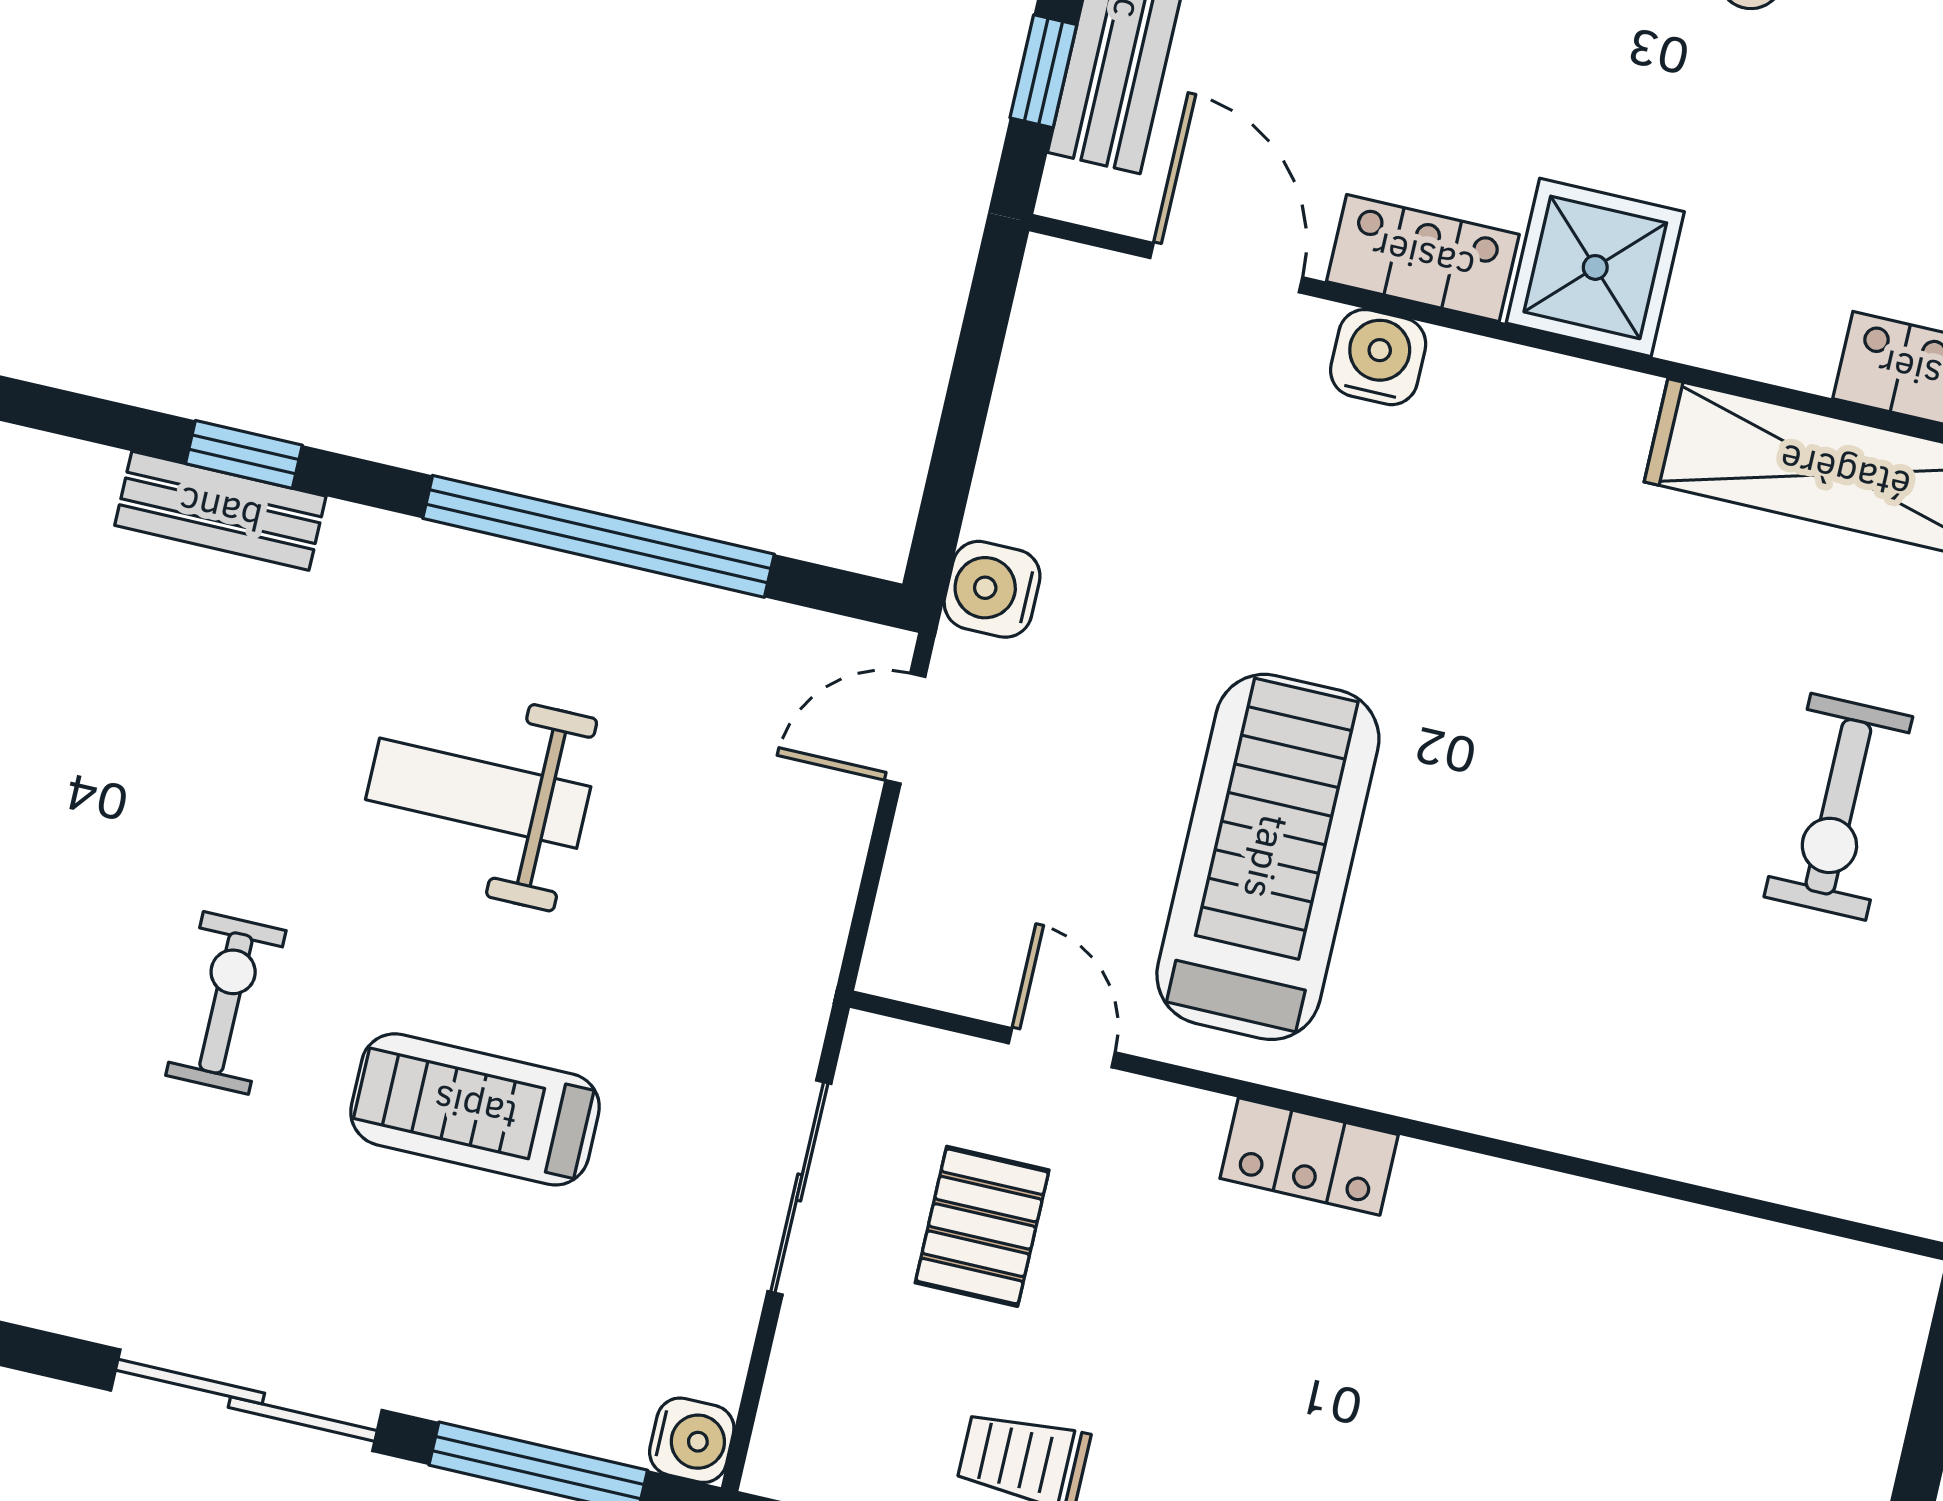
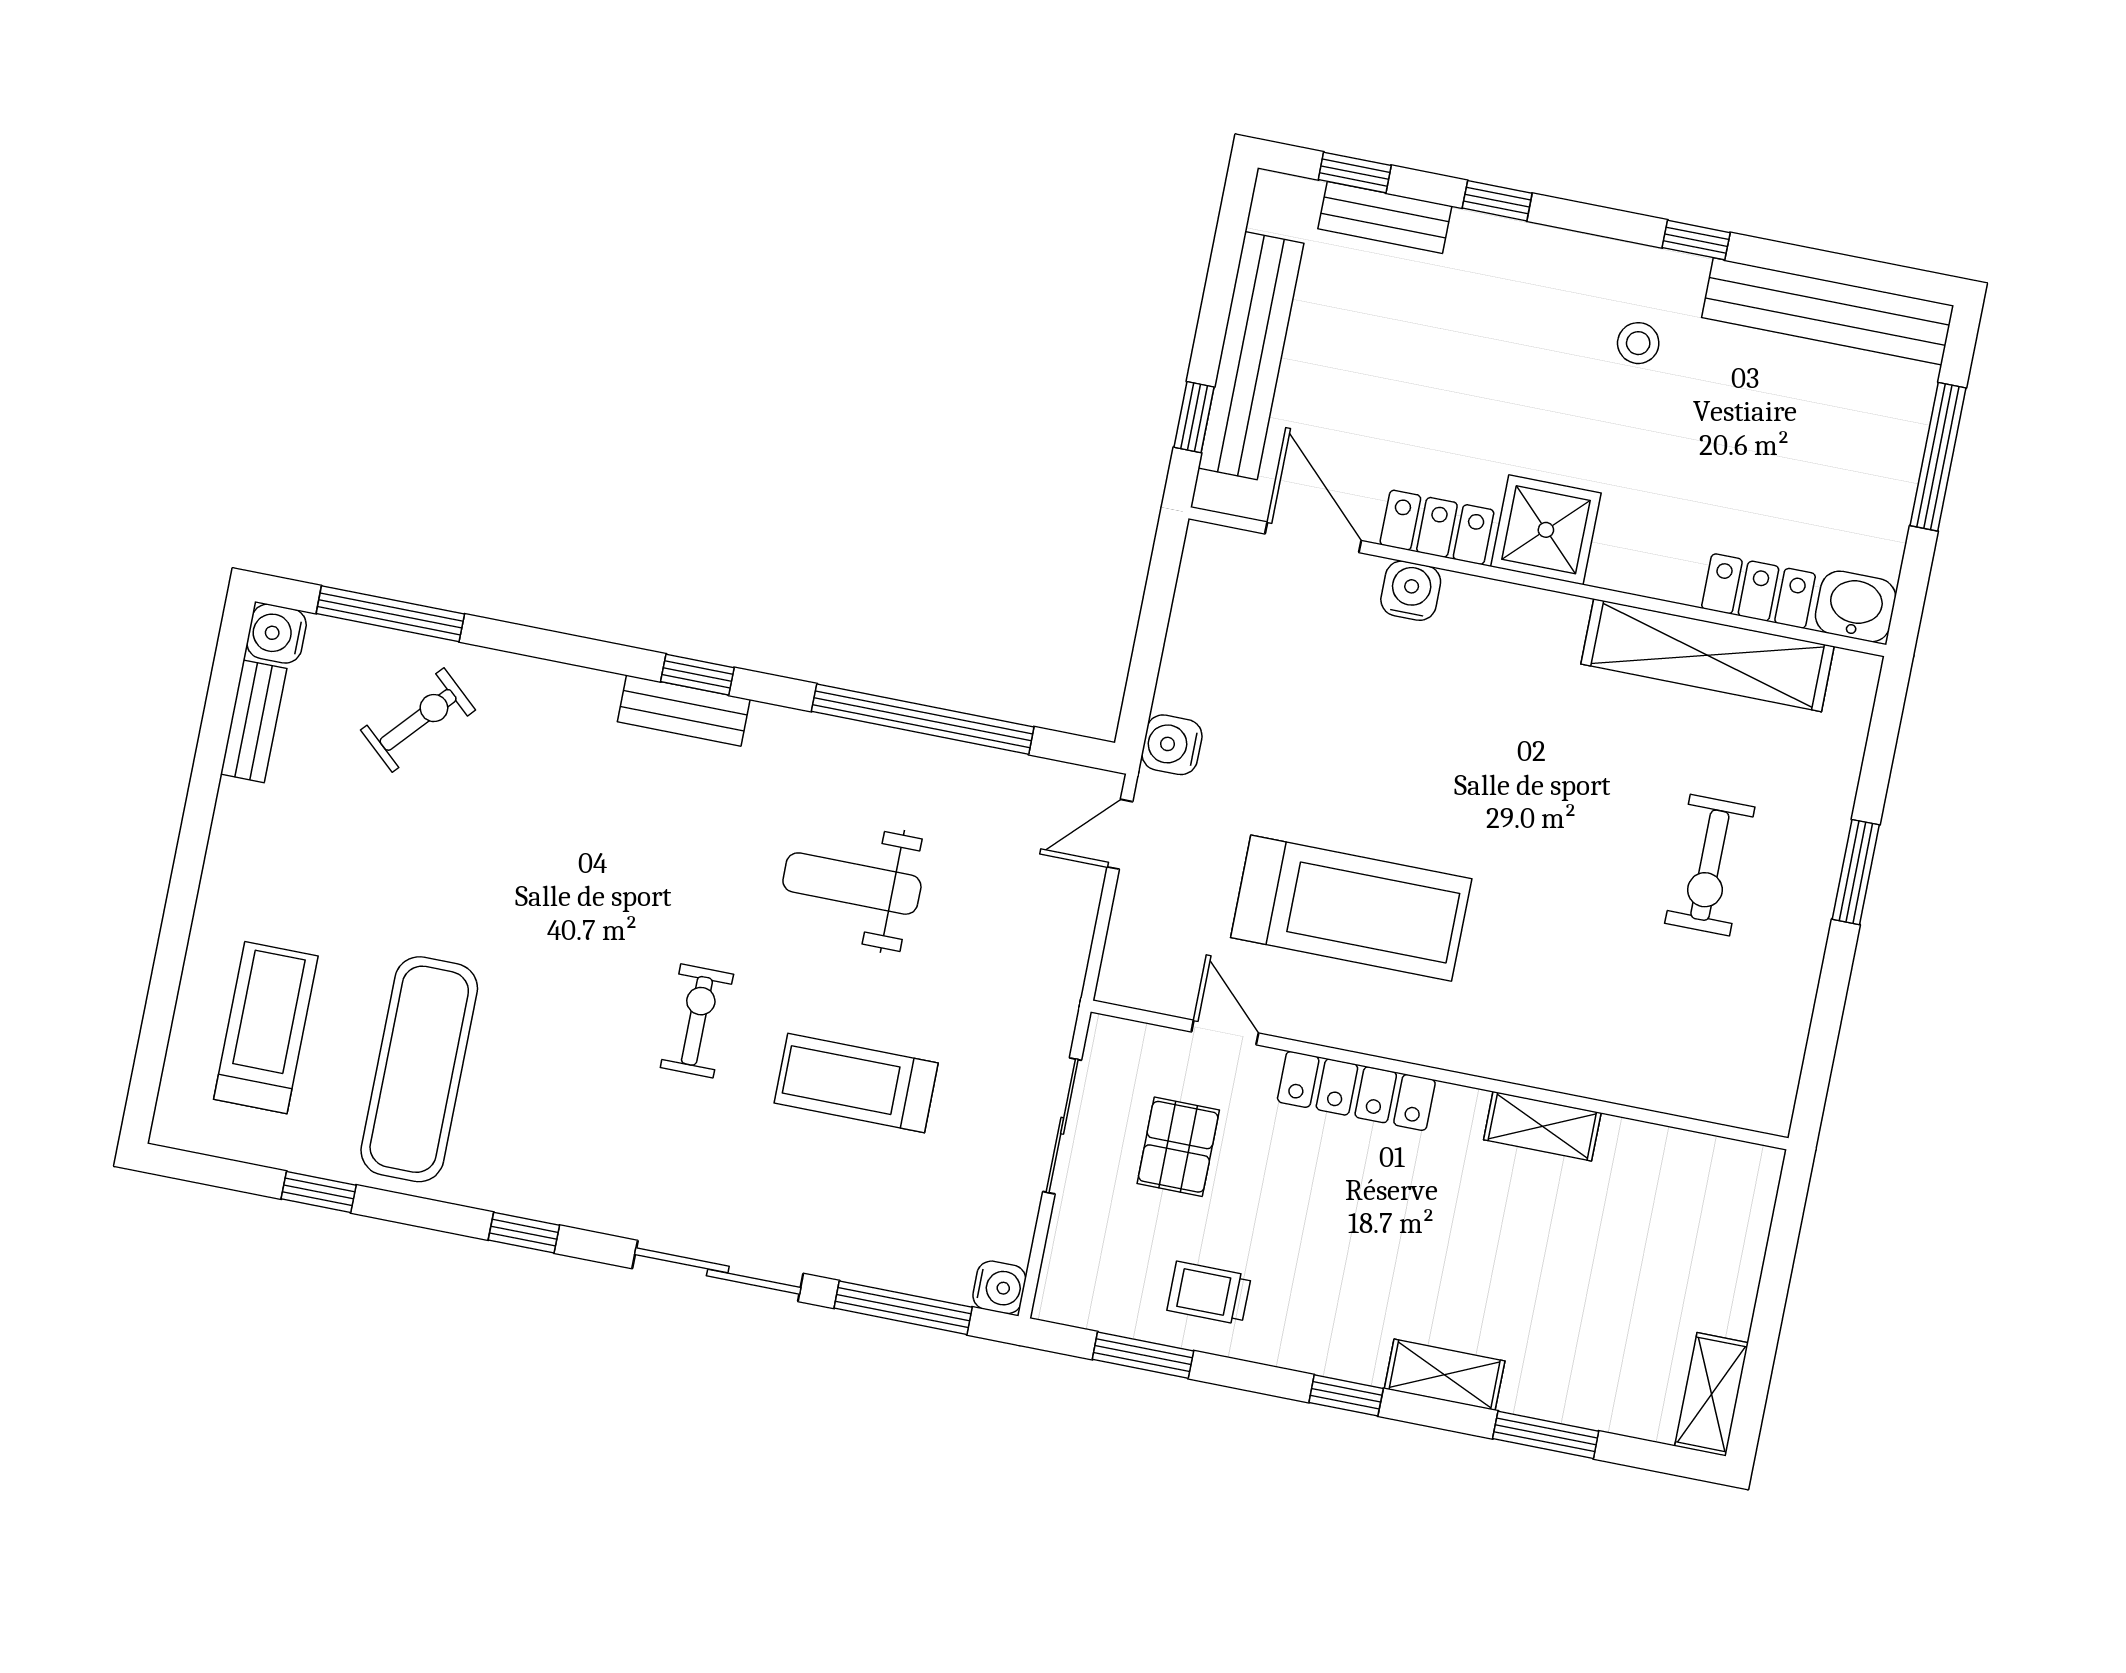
treadmill: (1268, 857) -> (1351, 908), turned 90
locker: (1309, 1156) -> (1356, 1091), width x1.53
shelving: (1560, 1212) -> (1542, 1126), added

